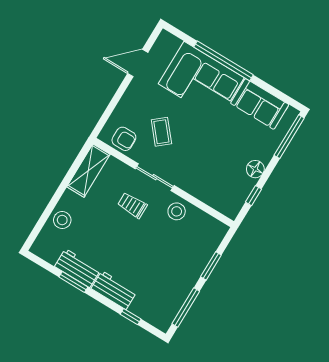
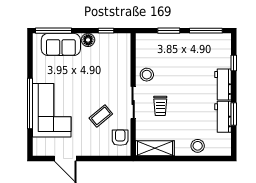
sofa: (260, 104) -> (61, 44), moved, turned 90

